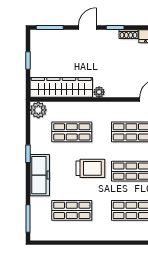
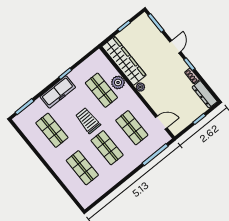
door: (87, 27) -> (175, 47), hinge flipped
plant: (38, 110) -> (118, 82), moved
trolley: (90, 168) -> (88, 120), turned 180

